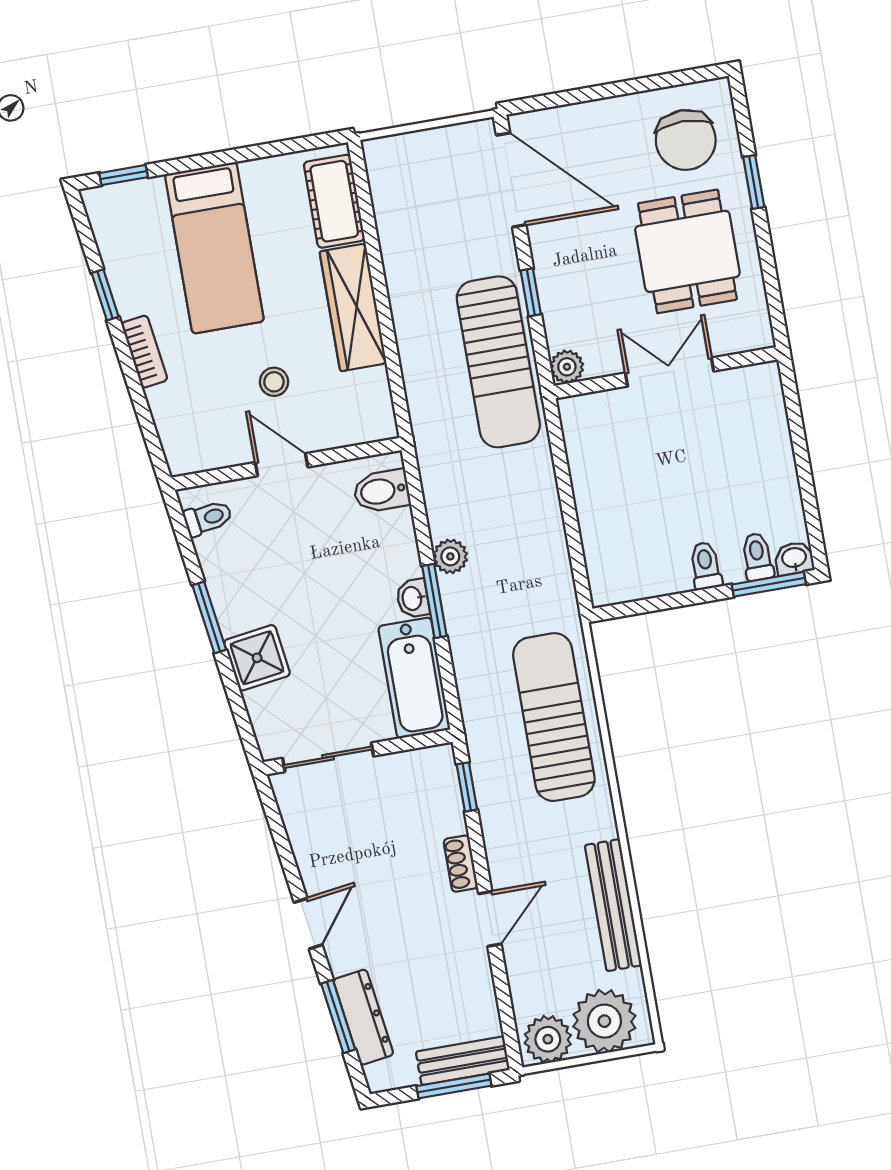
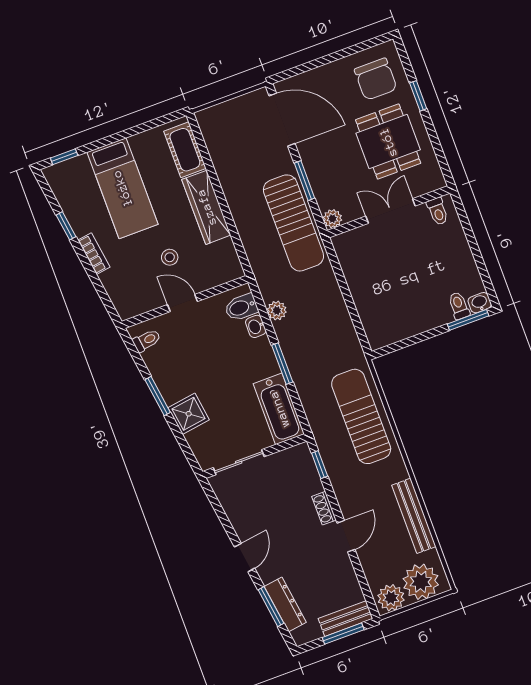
window: (531, 292) -> (305, 181), width x1.50
plant: (450, 556) -> (277, 311), moved
toilet: (706, 566) -> (438, 211), moved, turned 180
washbasin: (413, 598) -> (256, 326), moved

